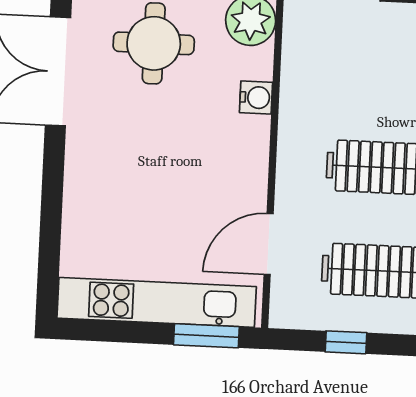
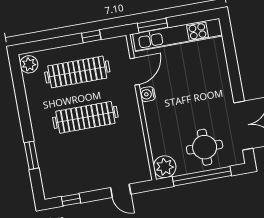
water cooler: (256, 97) -> (148, 94), moved

